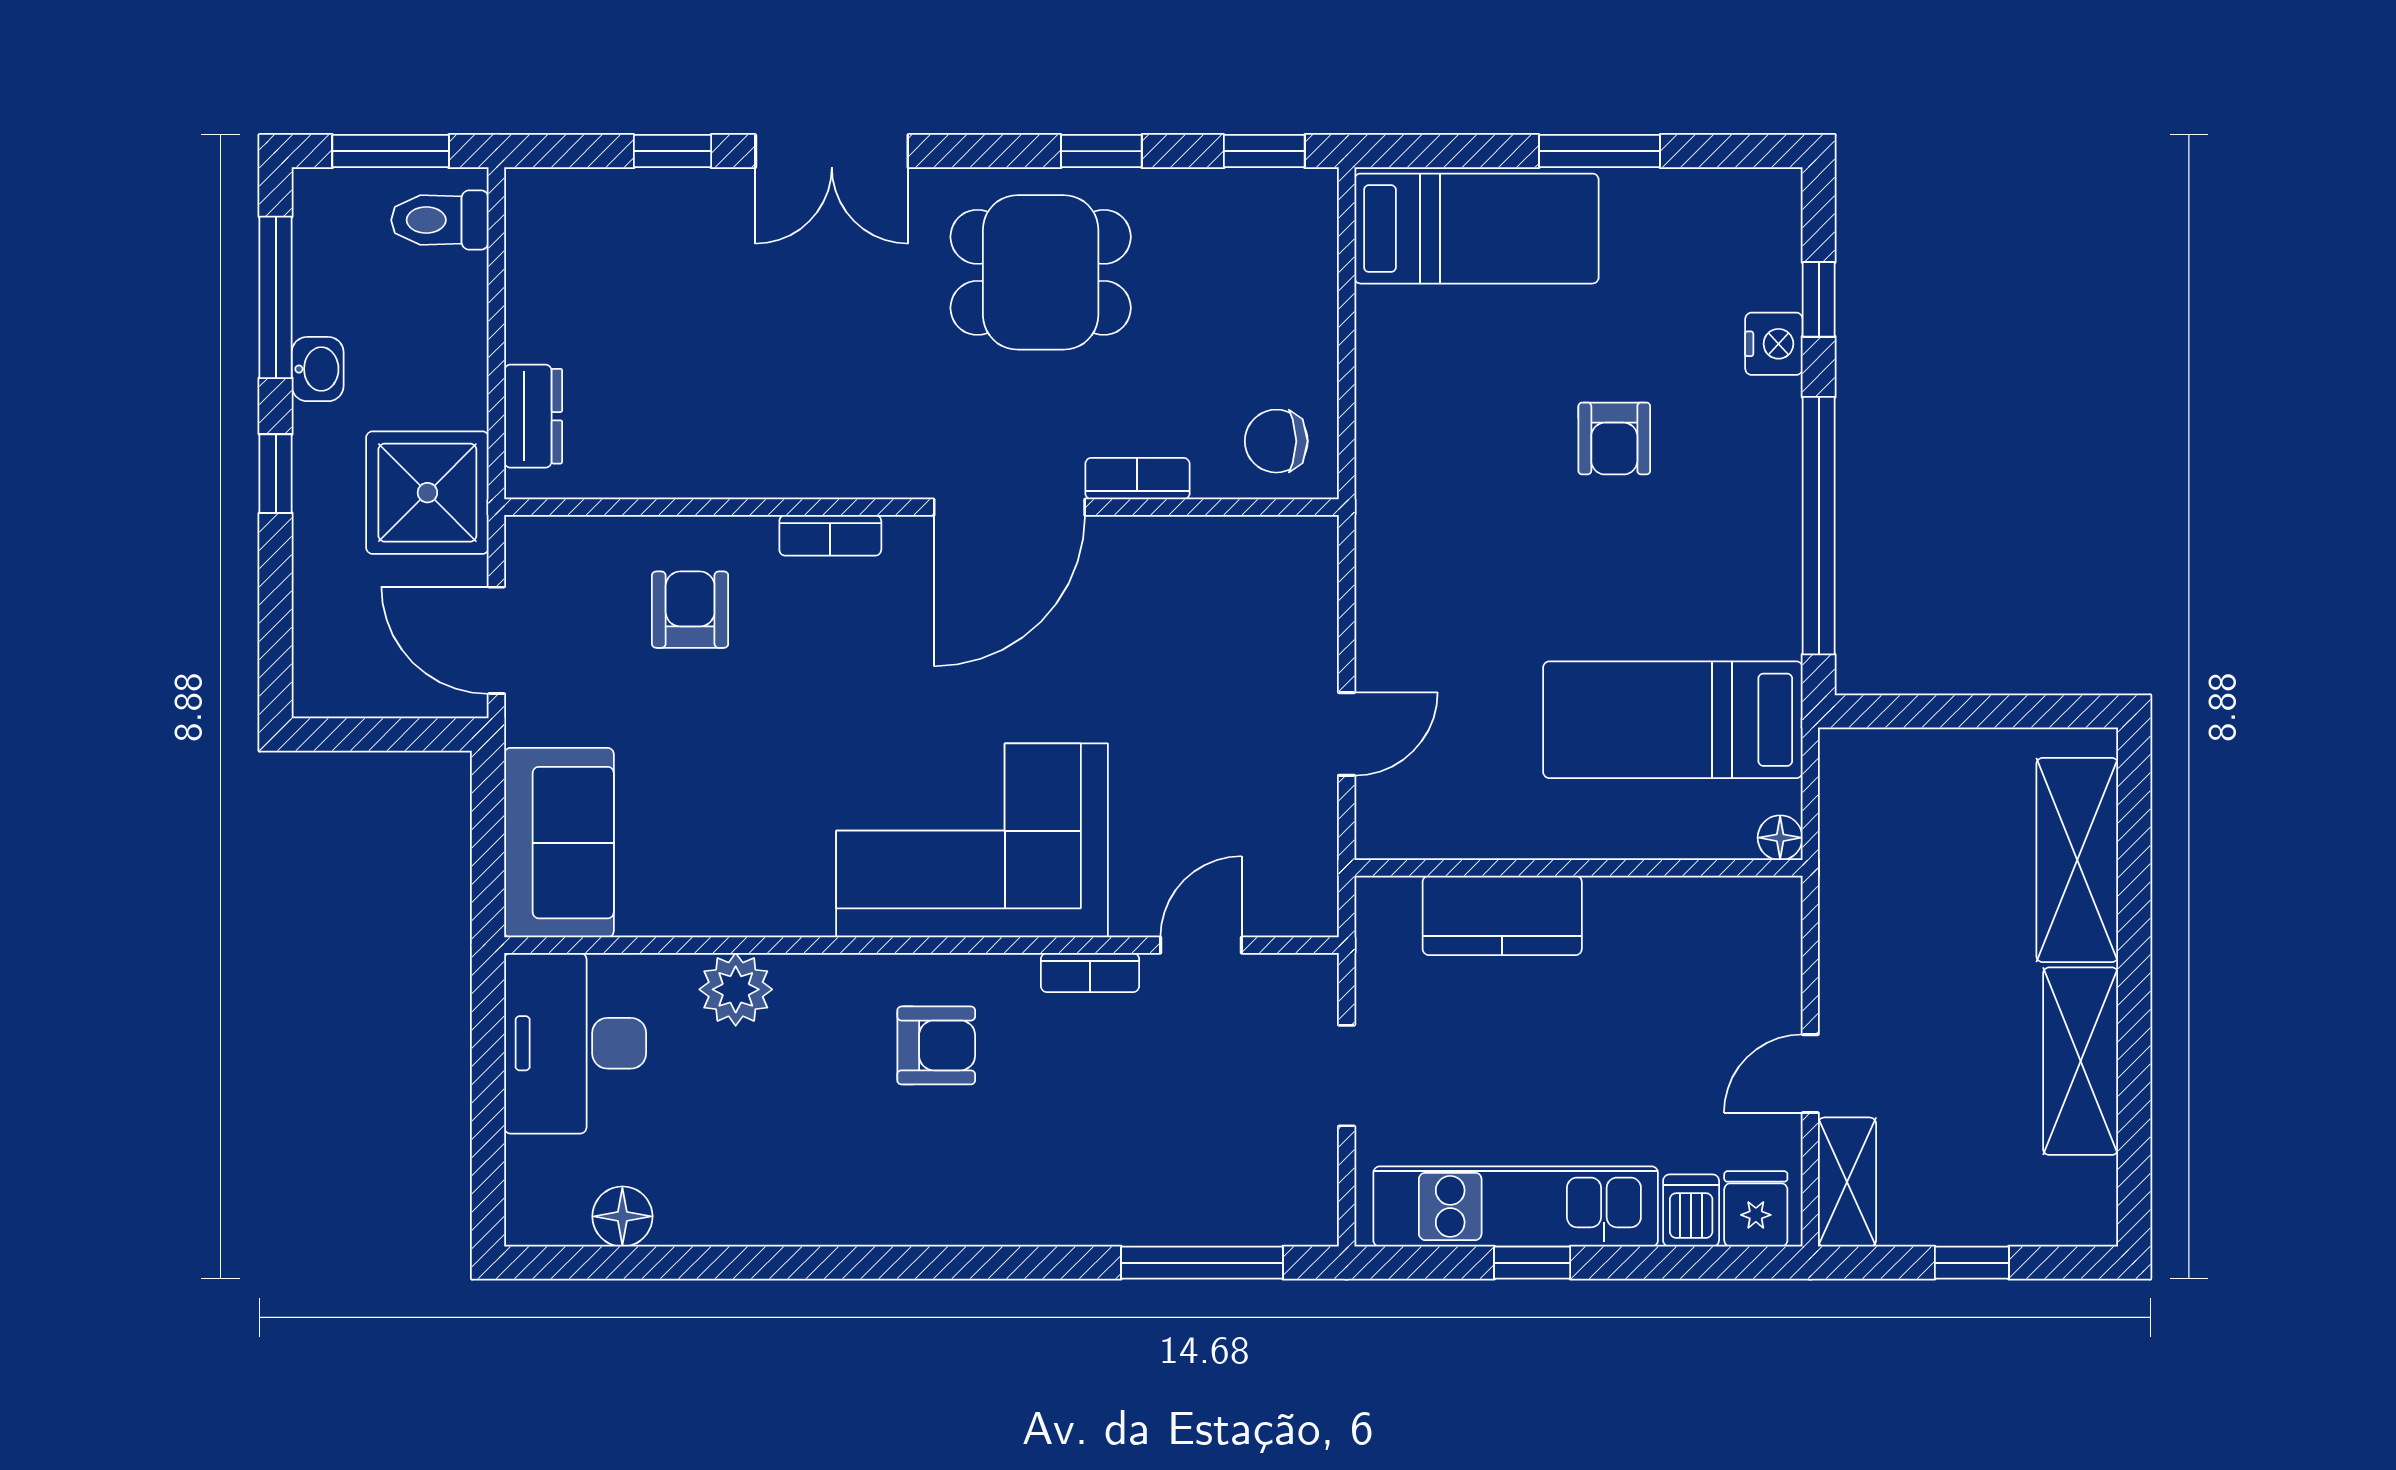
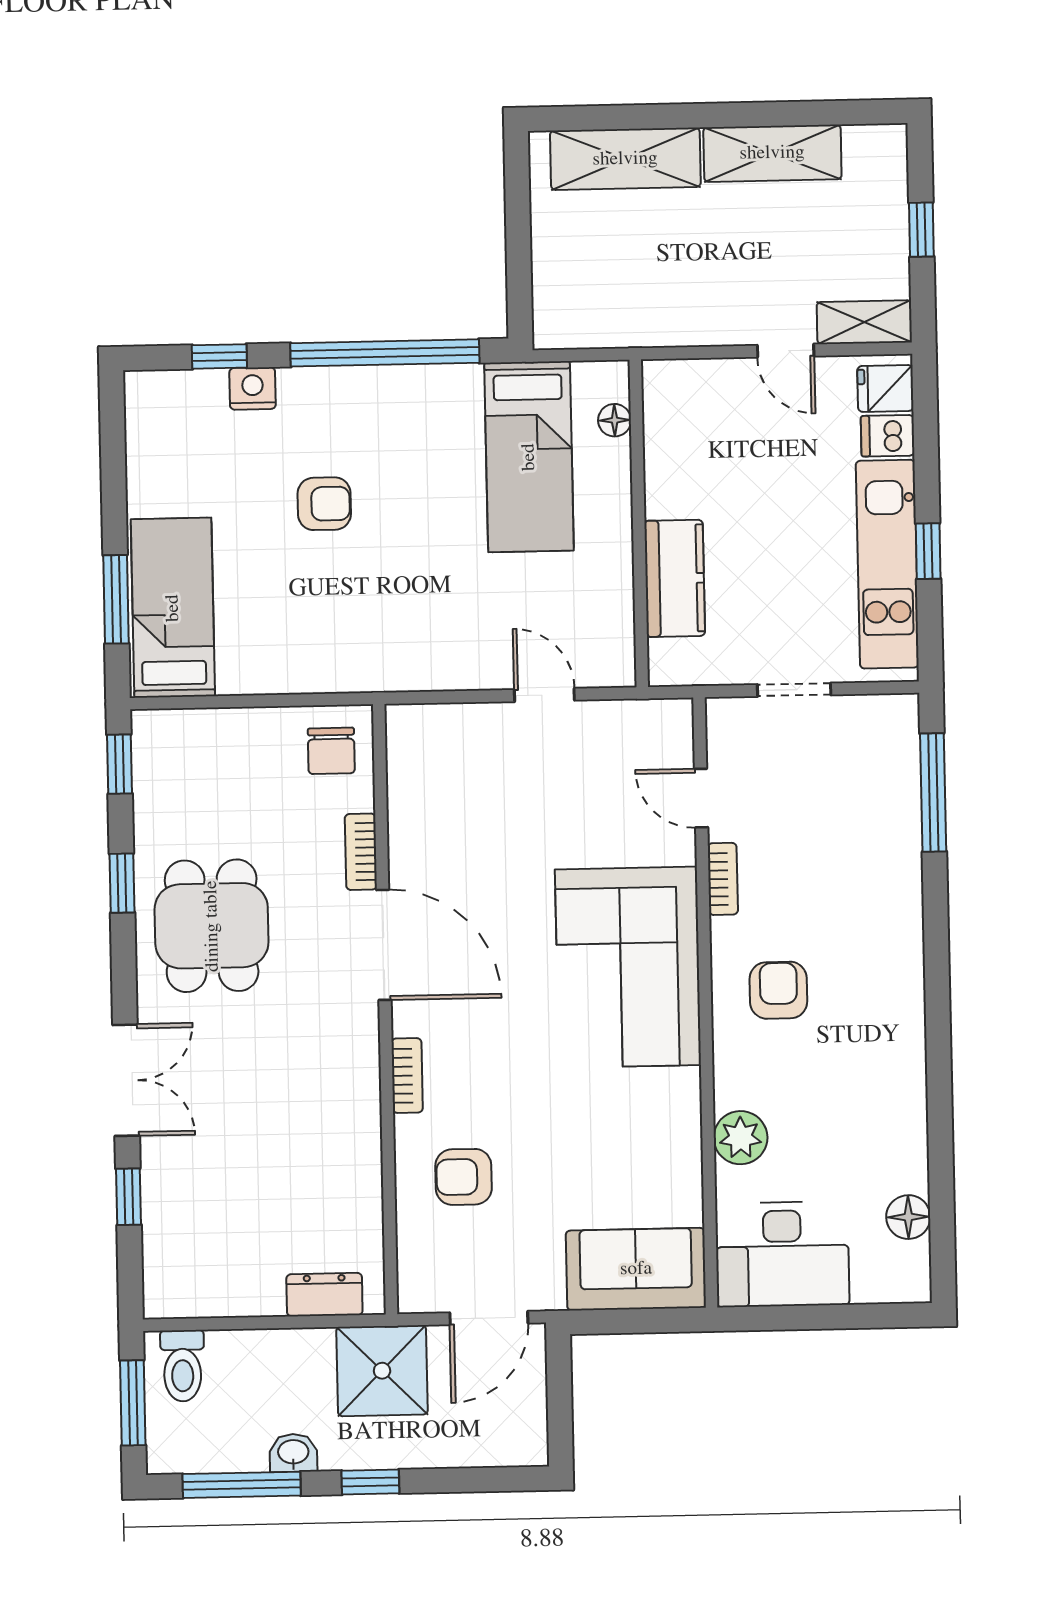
window: (1600, 151) -> (116, 599), moved
floor lamp: (1780, 838) -> (615, 420), moved

